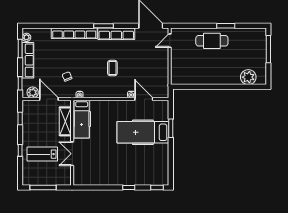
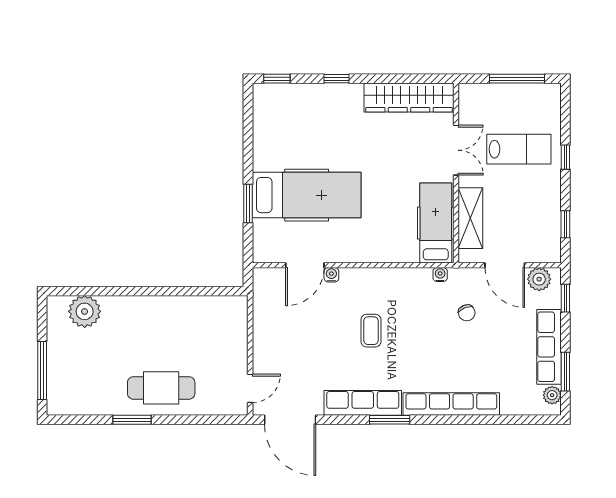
door: (144, 99) -> (305, 265), hinge flipped
wardrobe: (94, 179) -> (409, 98), added

